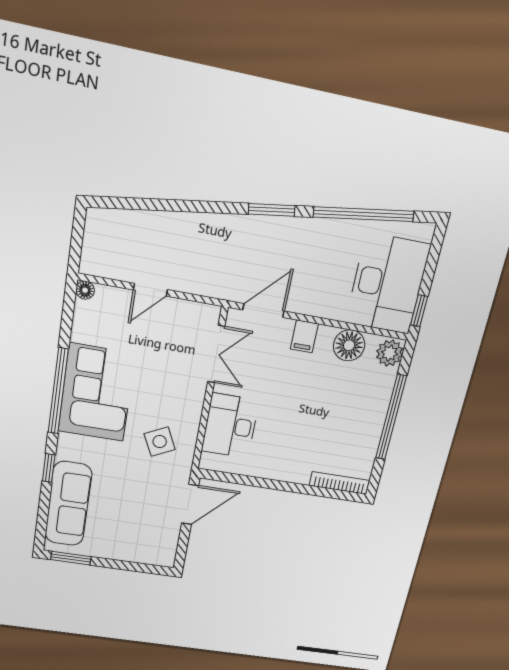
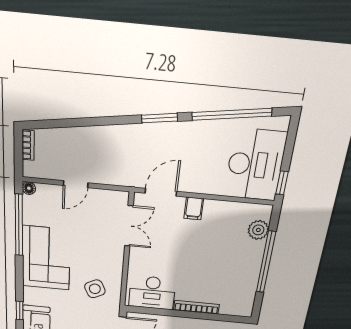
bookcase: (92, 230) -> (28, 145), added
floor lamp: (349, 345) -> (229, 212), removed
plant: (390, 353) -> (258, 230), moved
window: (58, 391) -> (19, 225), moved
desk: (230, 426) -> (152, 293), moved, turned -90
bookcase: (340, 483) -> (196, 307), moved

